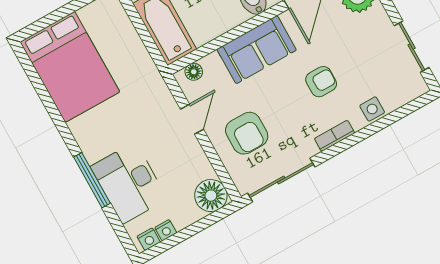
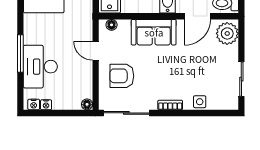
armchair: (321, 82) -> (180, 70), removed
door: (192, 119) -> (96, 51), swing flipped
armchair: (247, 133) -> (122, 76), turned 90
floor lamp: (211, 196) -> (87, 104), width x0.53, depth x0.53

